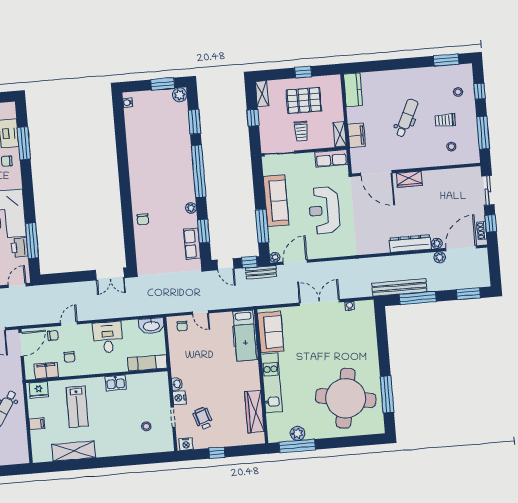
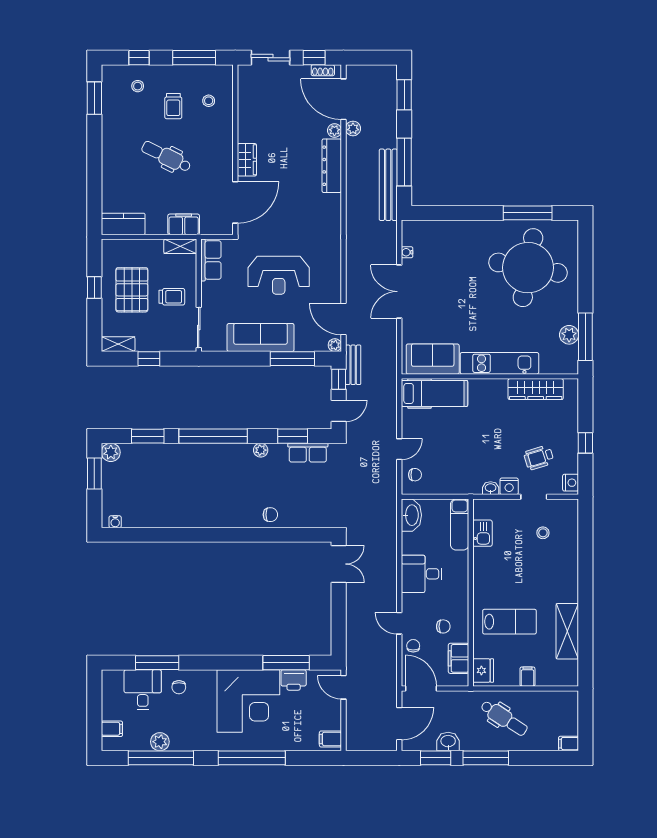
kitchen sink: (116, 383) -> (482, 533), moved

